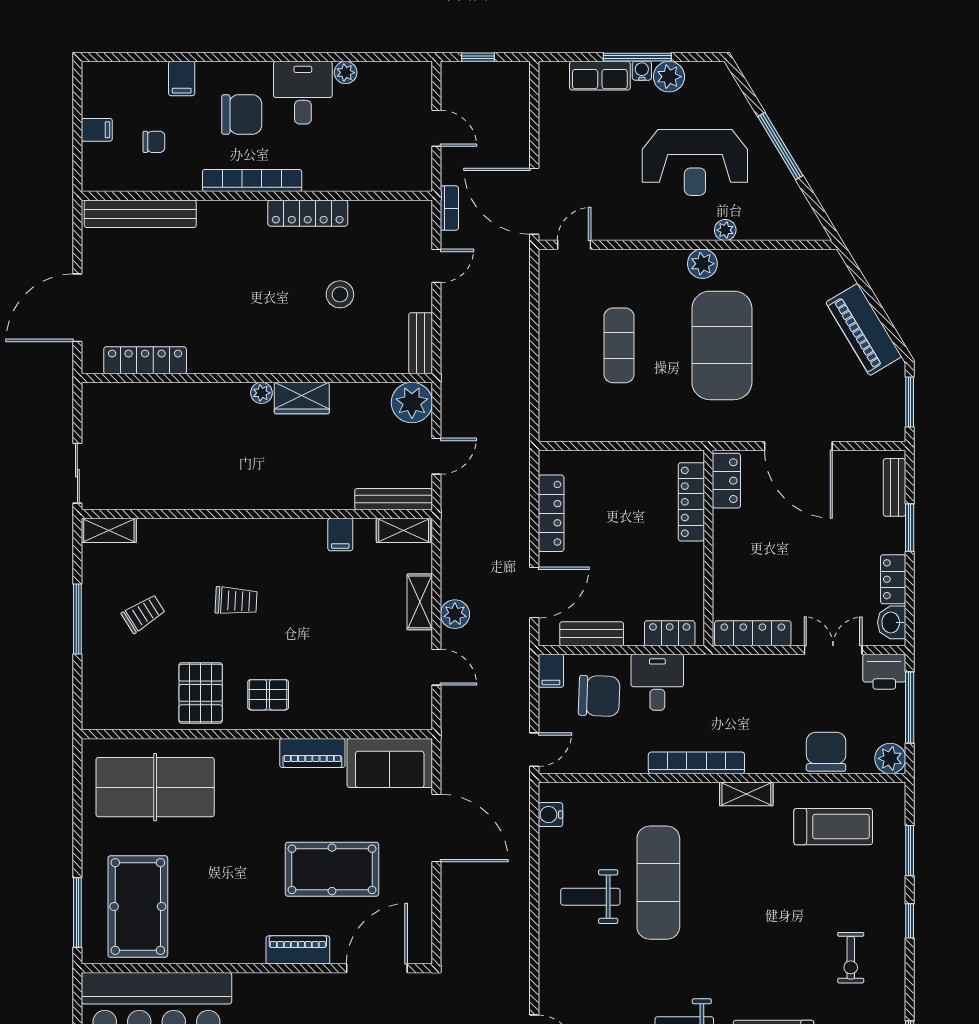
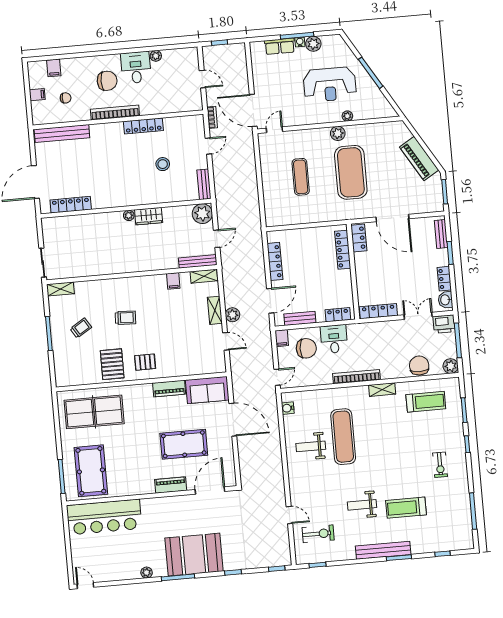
filing cabinet: (182, 79) -> (54, 68), moved

